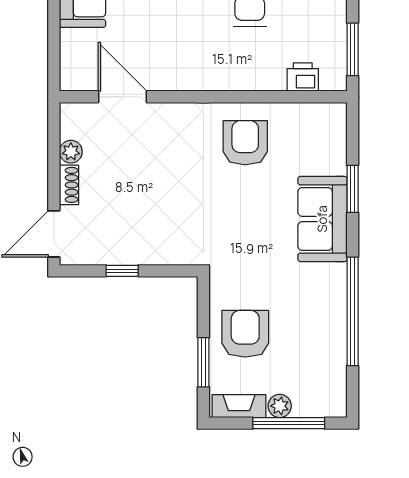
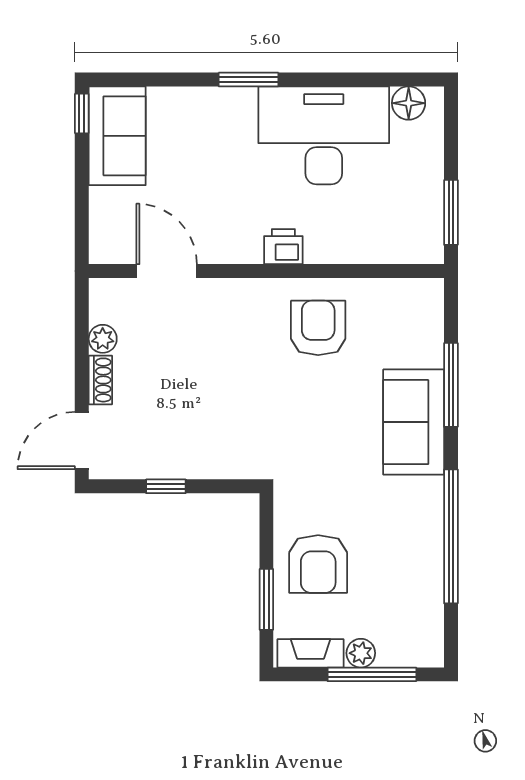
printer: (303, 77) -> (283, 247), moved
window: (353, 189) -> (451, 385), width x1.44
armchair: (245, 334) -> (318, 564), turned 180

